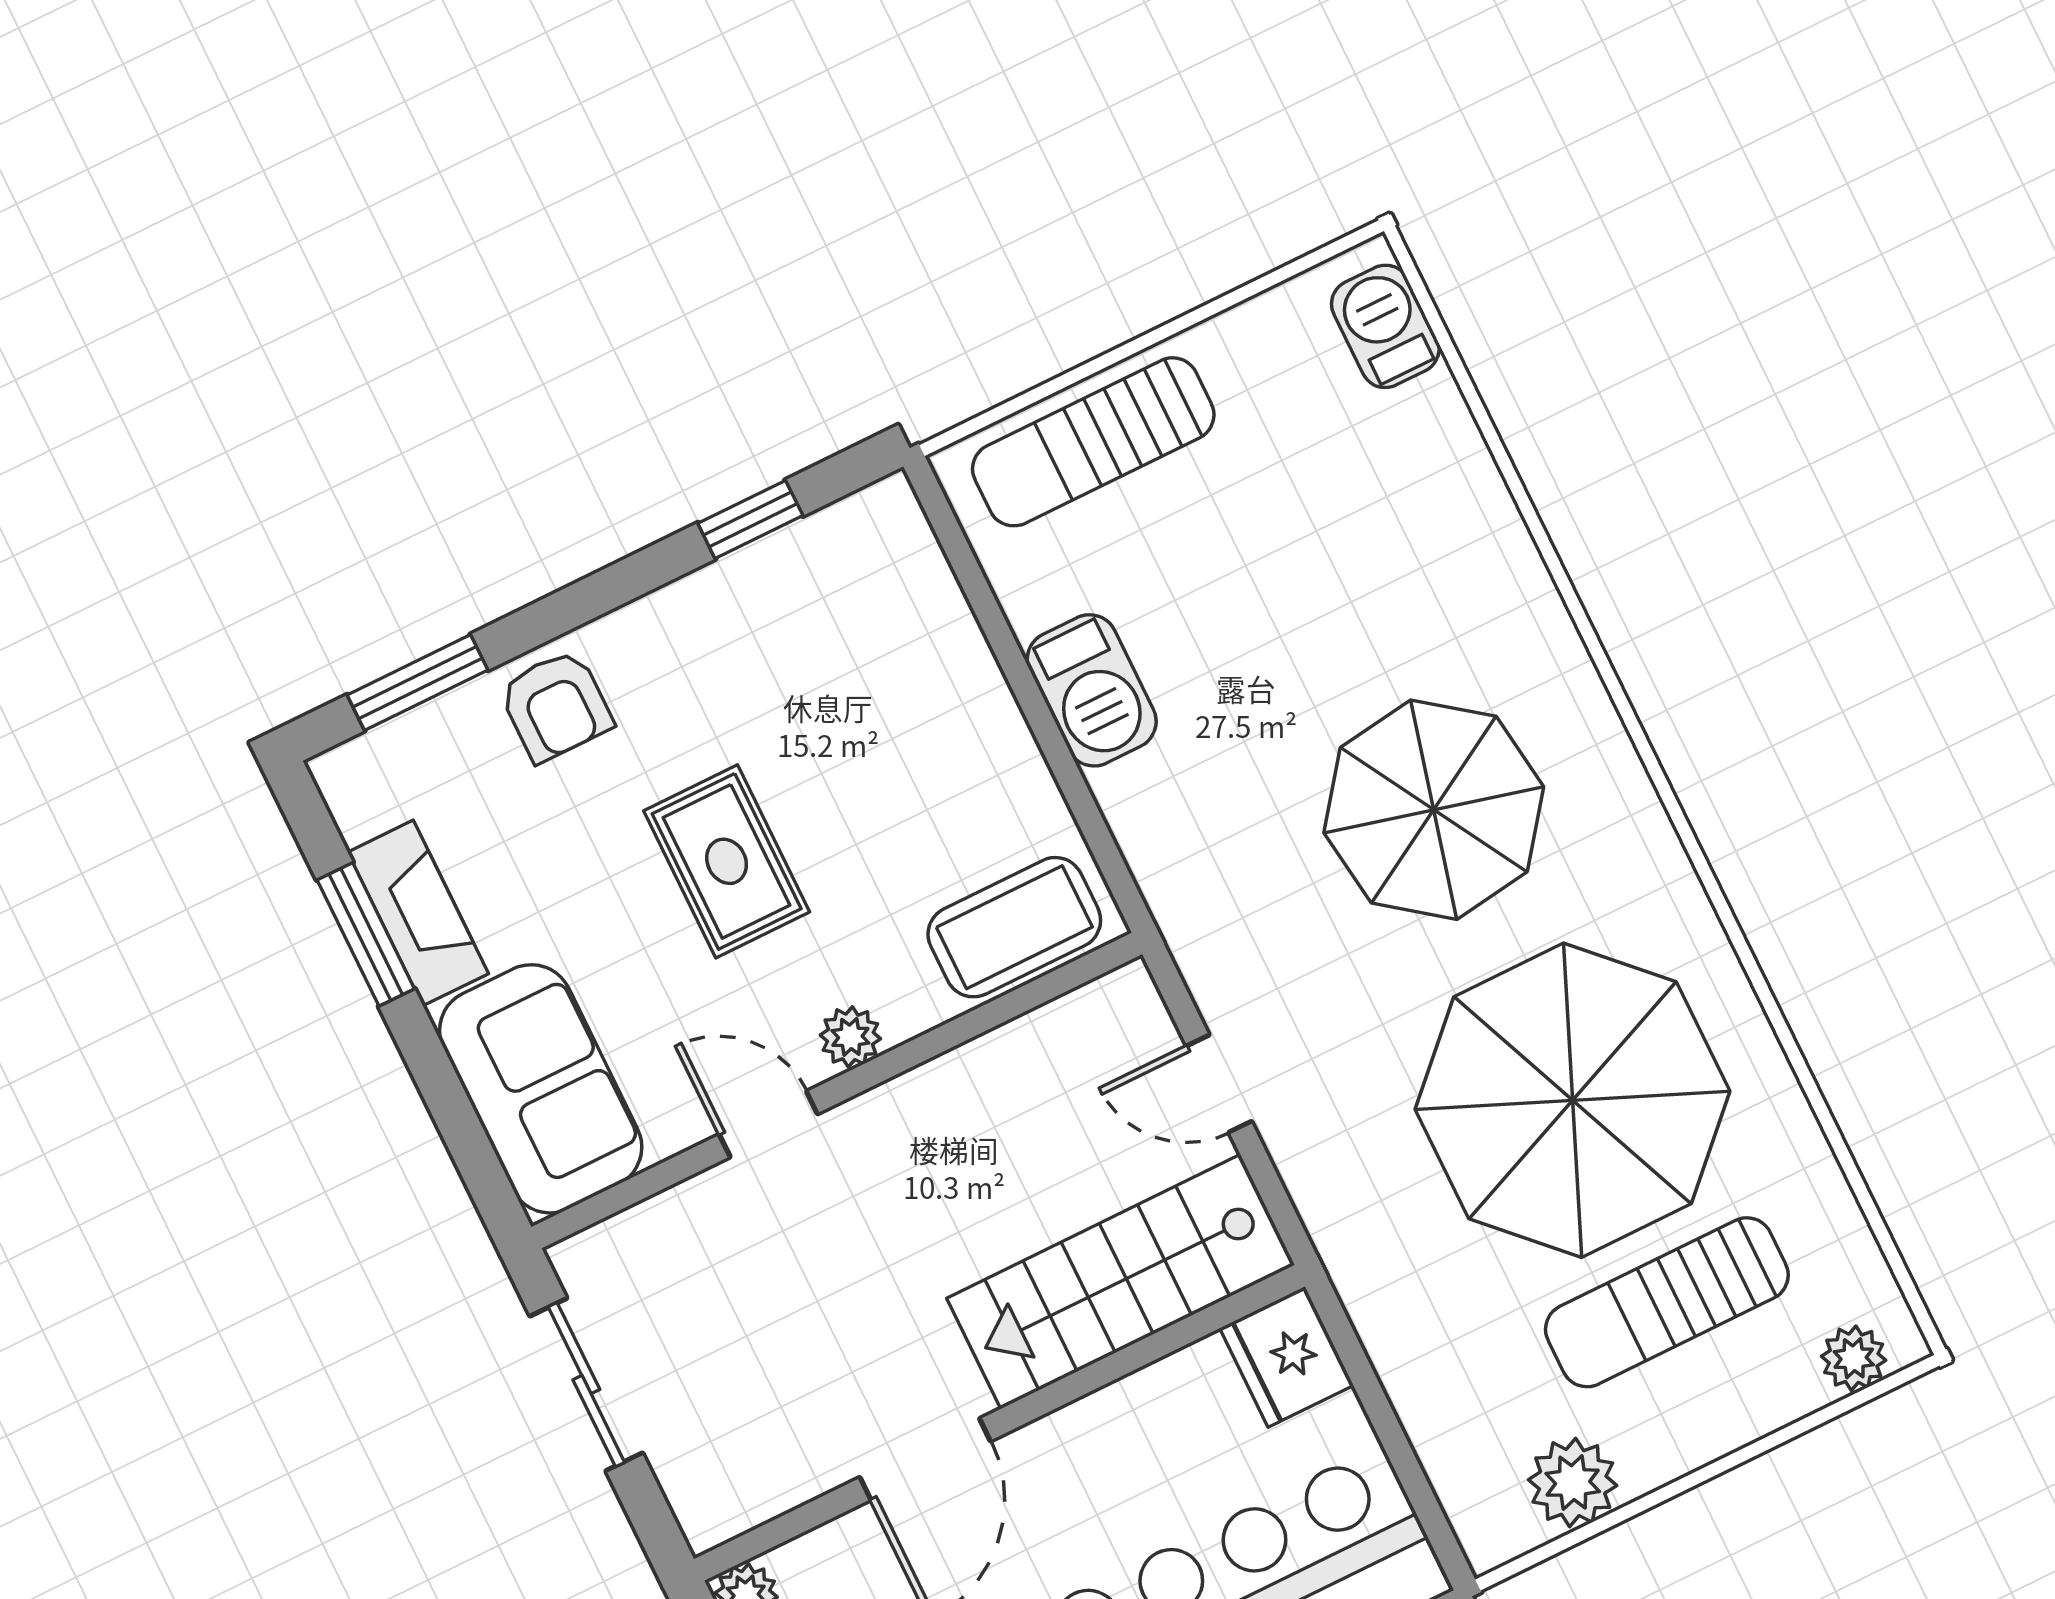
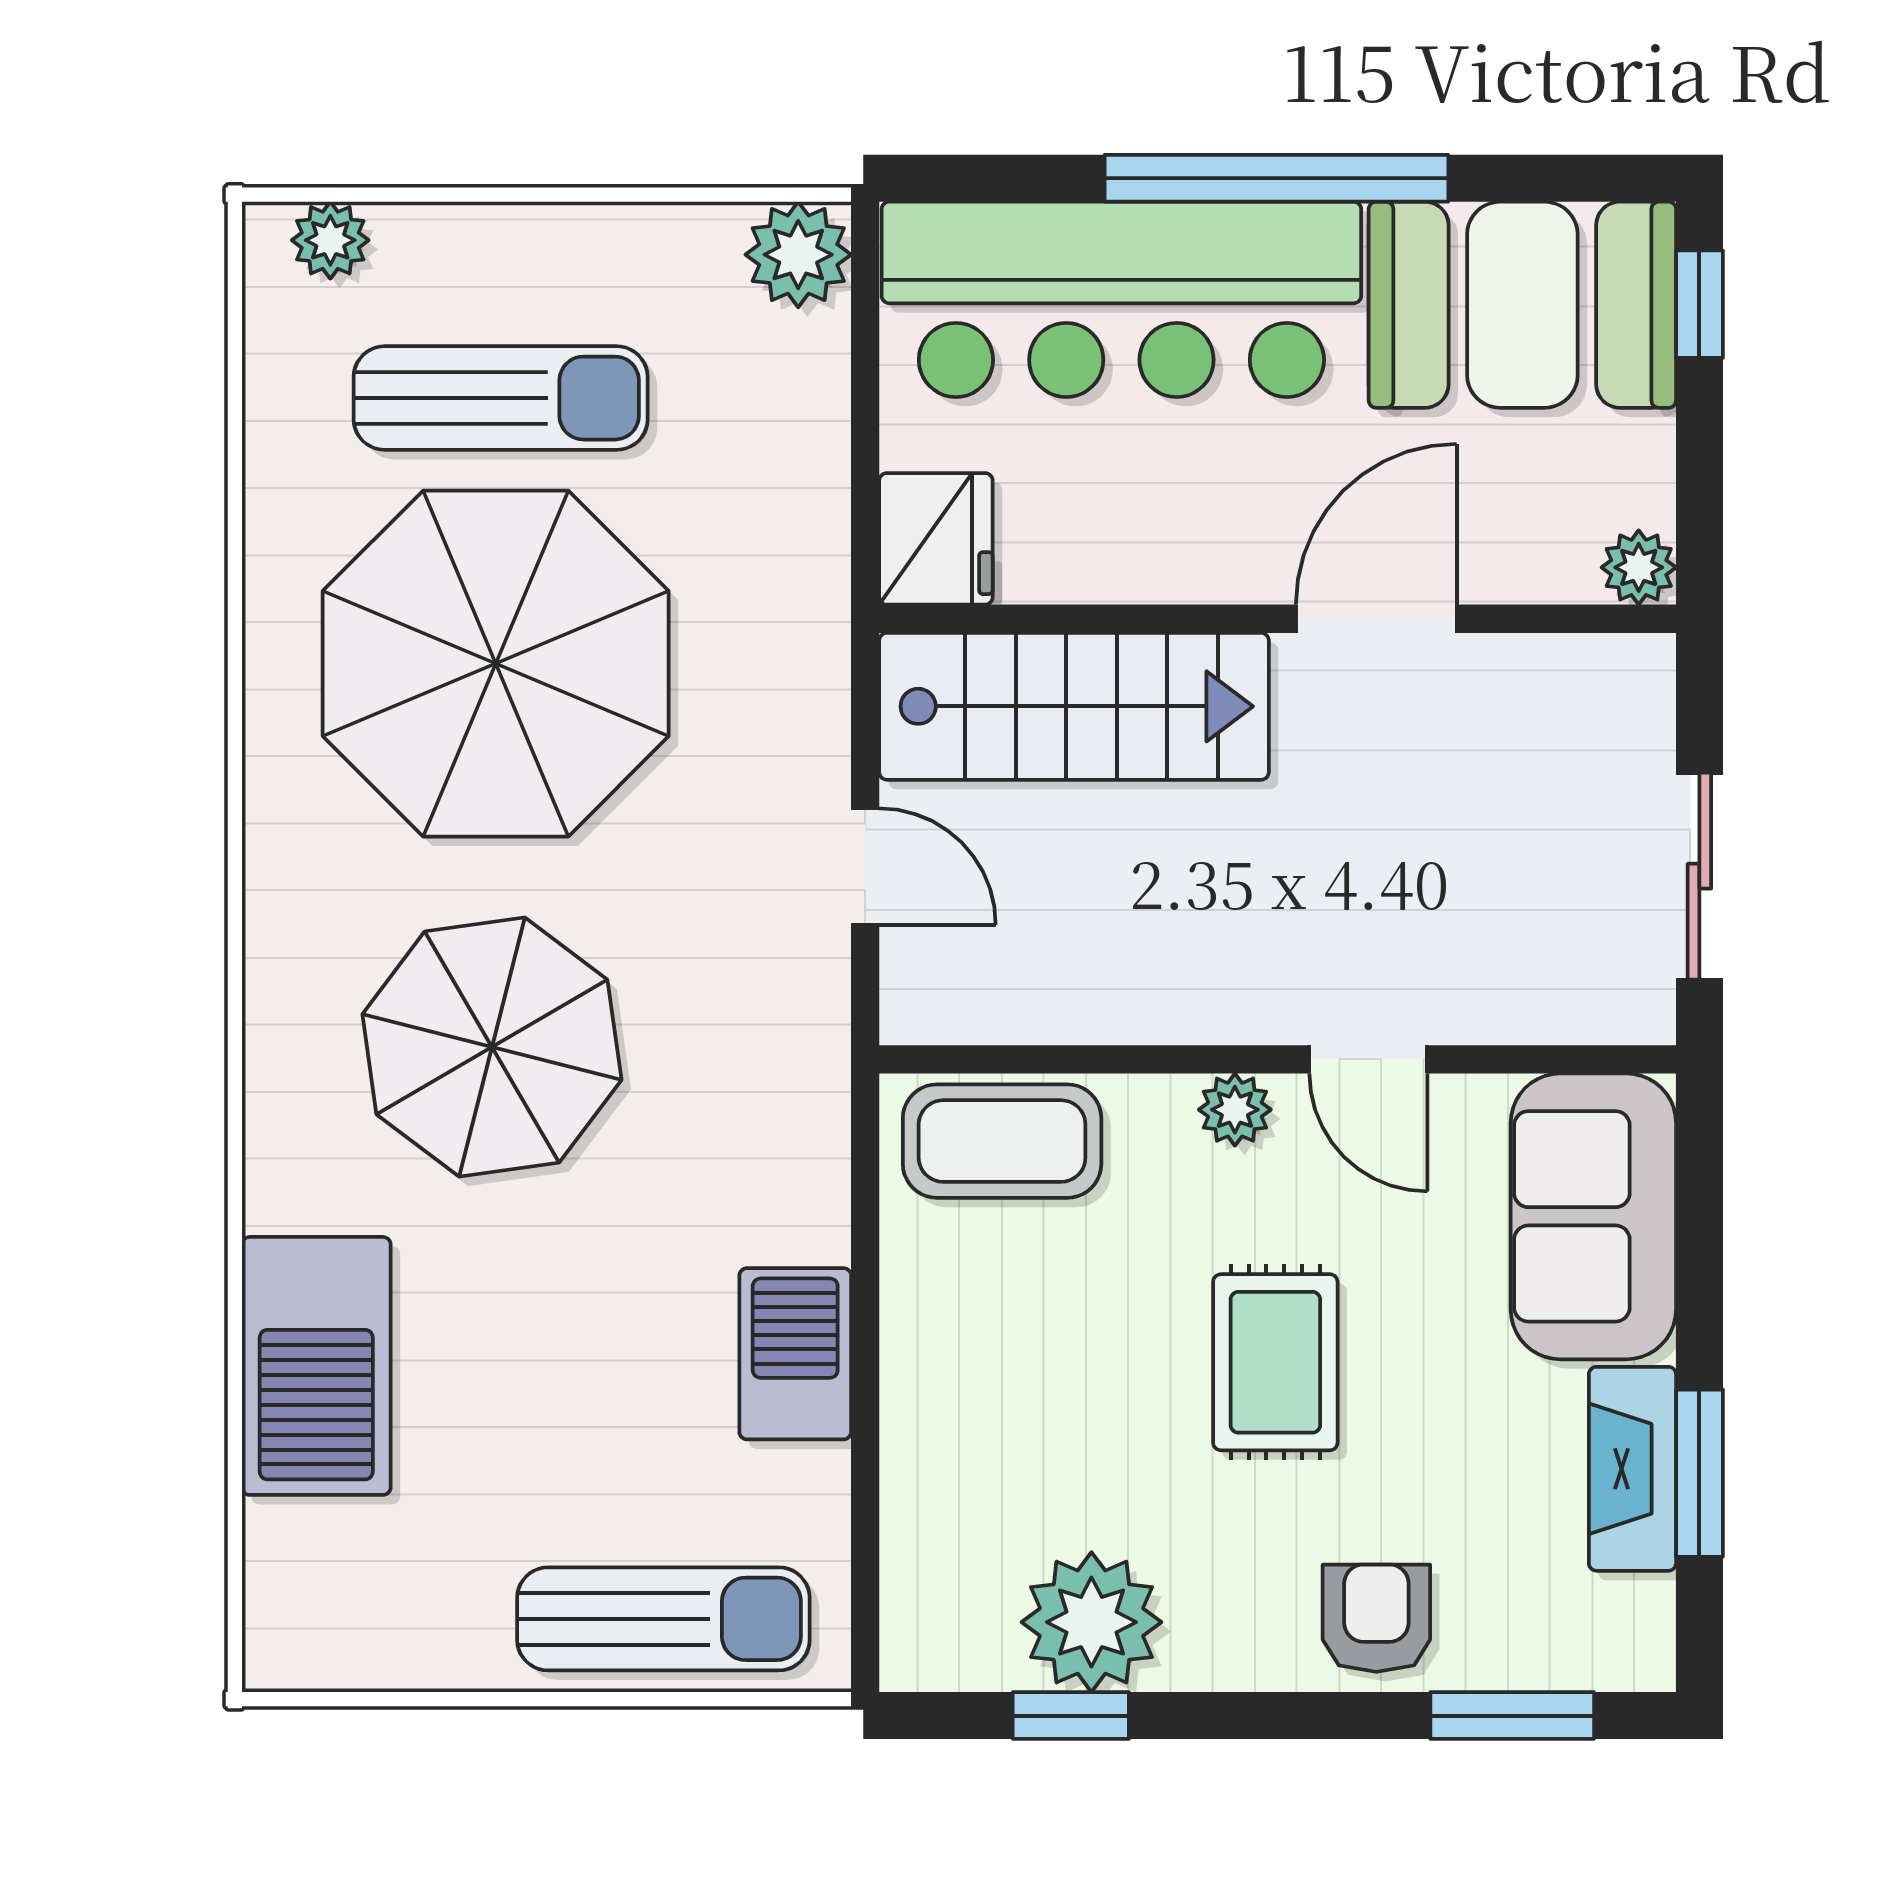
barbecue: (1385, 326) -> (316, 1366), moved, width x1.88, depth x1.53
plant: (769, 598) -> (1091, 1622), added
plant: (1573, 1483) -> (798, 255), moved

